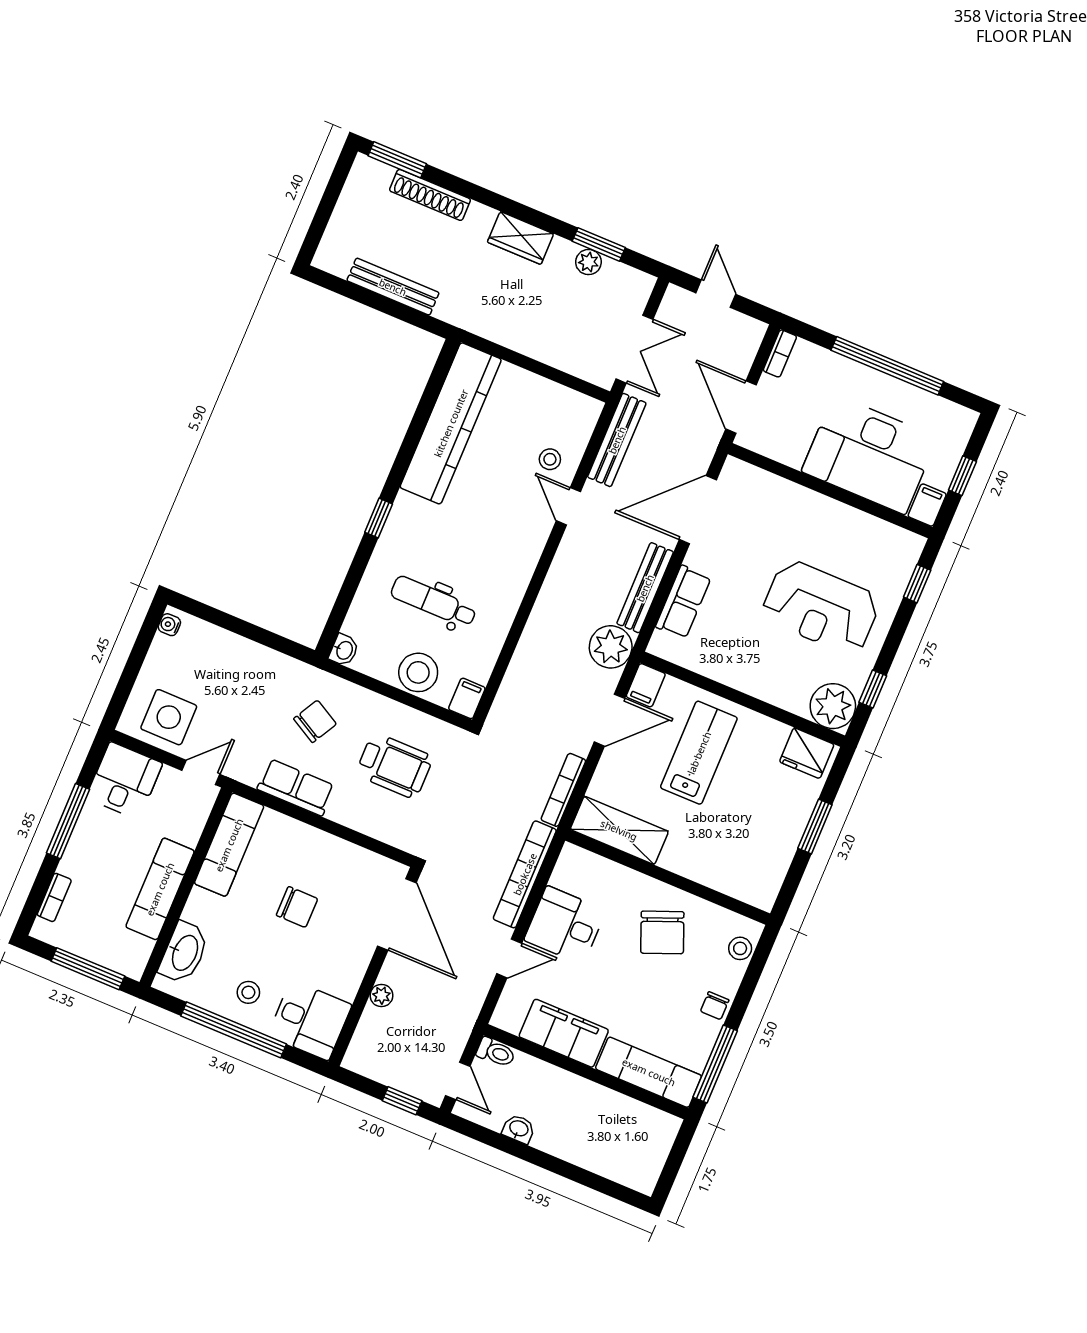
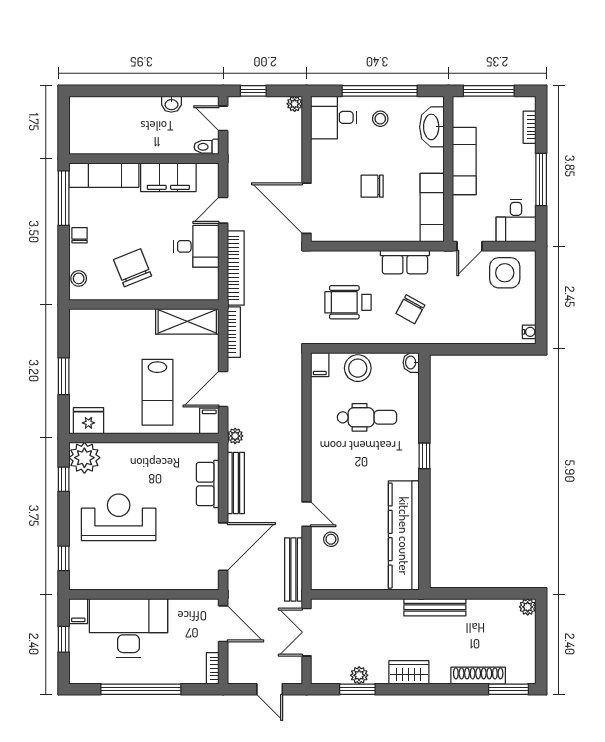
plant: (326, 259) -> (528, 607), added
bench: (393, 287) -> (435, 607), moved
plant: (611, 647) -> (235, 436), width x0.53, depth x0.53
plant: (381, 996) -> (295, 104), moved

